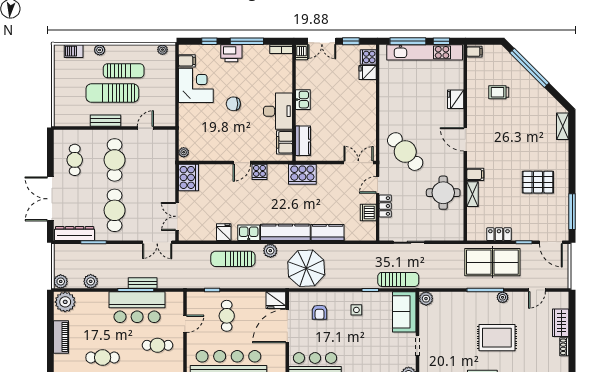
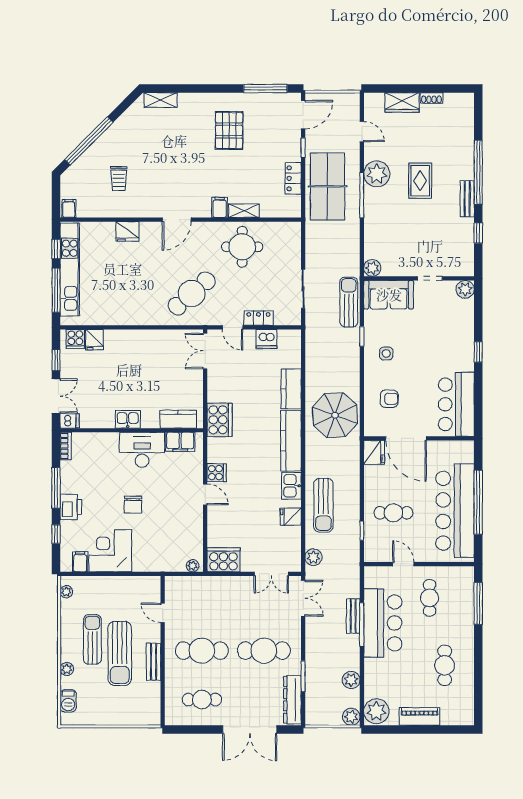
plant: (270, 251) -> (313, 557), moved
plant: (503, 297) -> (377, 174), width x1.88, depth x1.88
rug: (497, 338) -> (420, 181), width x0.73, depth x0.70

